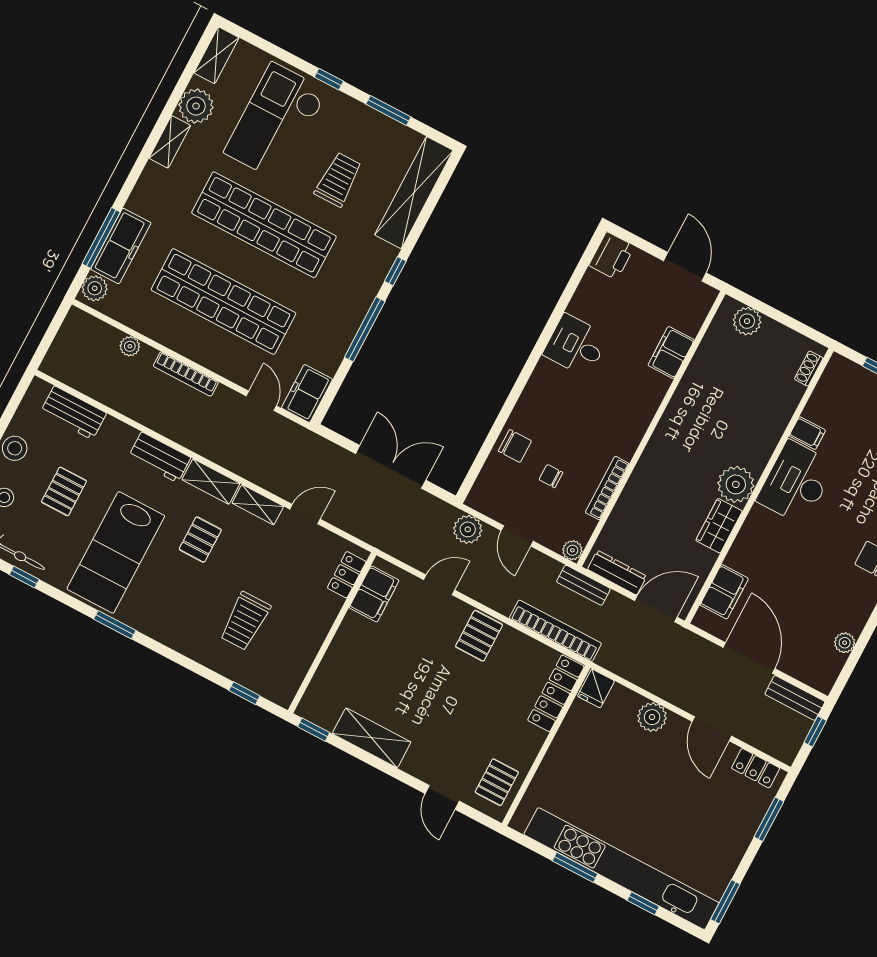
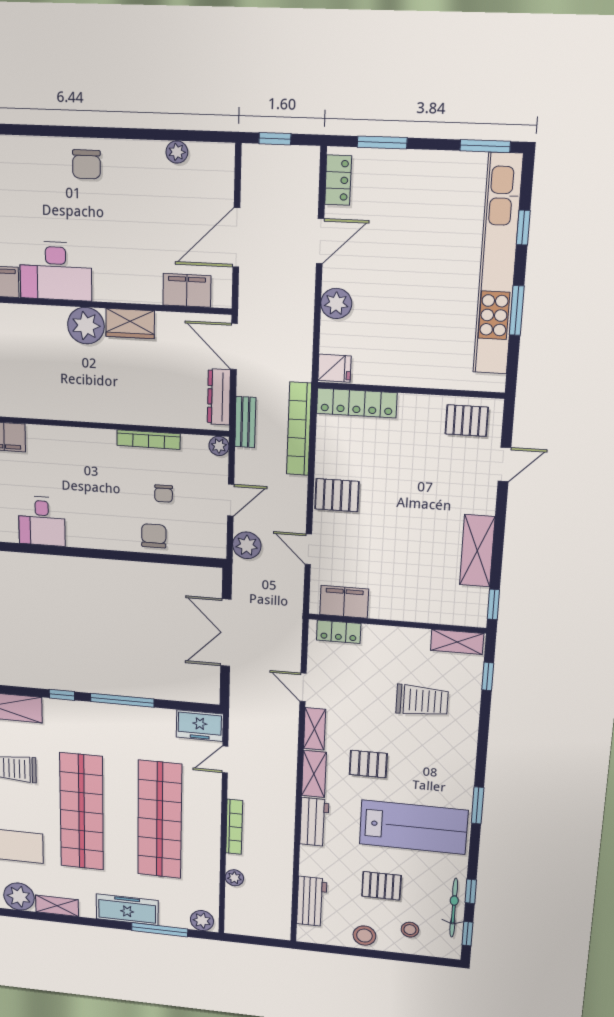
freezer: (121, 246) -> (127, 910), moved
shelving: (291, 680) -> (457, 642), added
bench: (795, 698) -> (252, 175), removed

